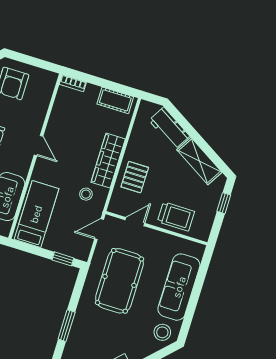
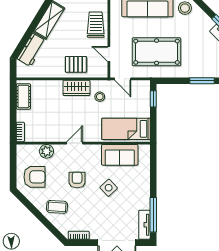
plant: (39, 108) -> (46, 151), added
wardrobe: (108, 161) -> (76, 88), width x0.67

